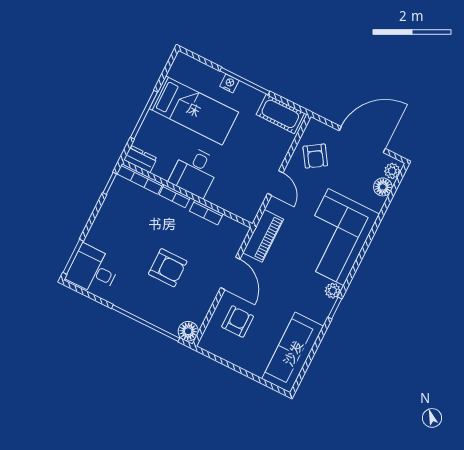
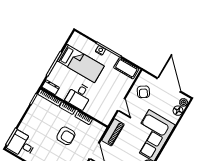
door: (362, 140) -> (169, 85), hinge flipped
armchair: (168, 268) -> (66, 136), moved

